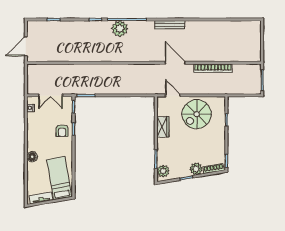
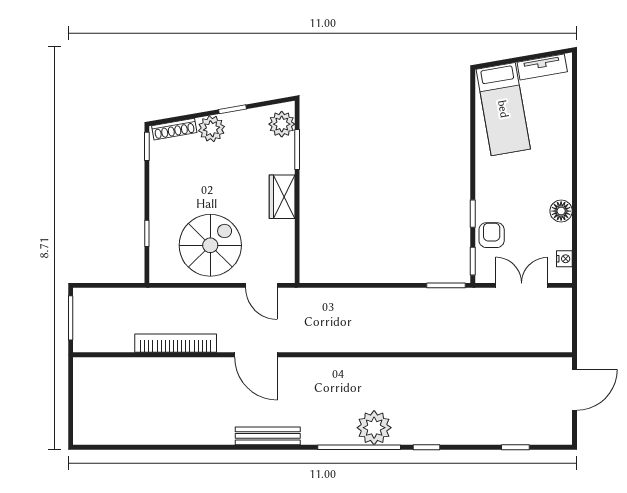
wardrobe: (163, 127) -> (282, 197), moved
armchair: (62, 131) -> (492, 235), moved
floor lamp: (32, 157) -> (561, 211), moved

